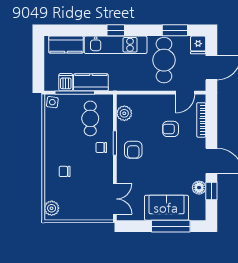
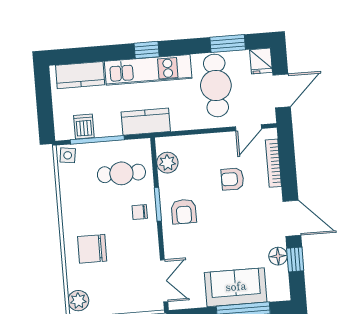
kitchen counter: (91, 82) -> (146, 122), moved
cafe table: (90, 118) -> (121, 173), turned 90
chair: (65, 171) -> (92, 249), width x1.87, depth x1.87

